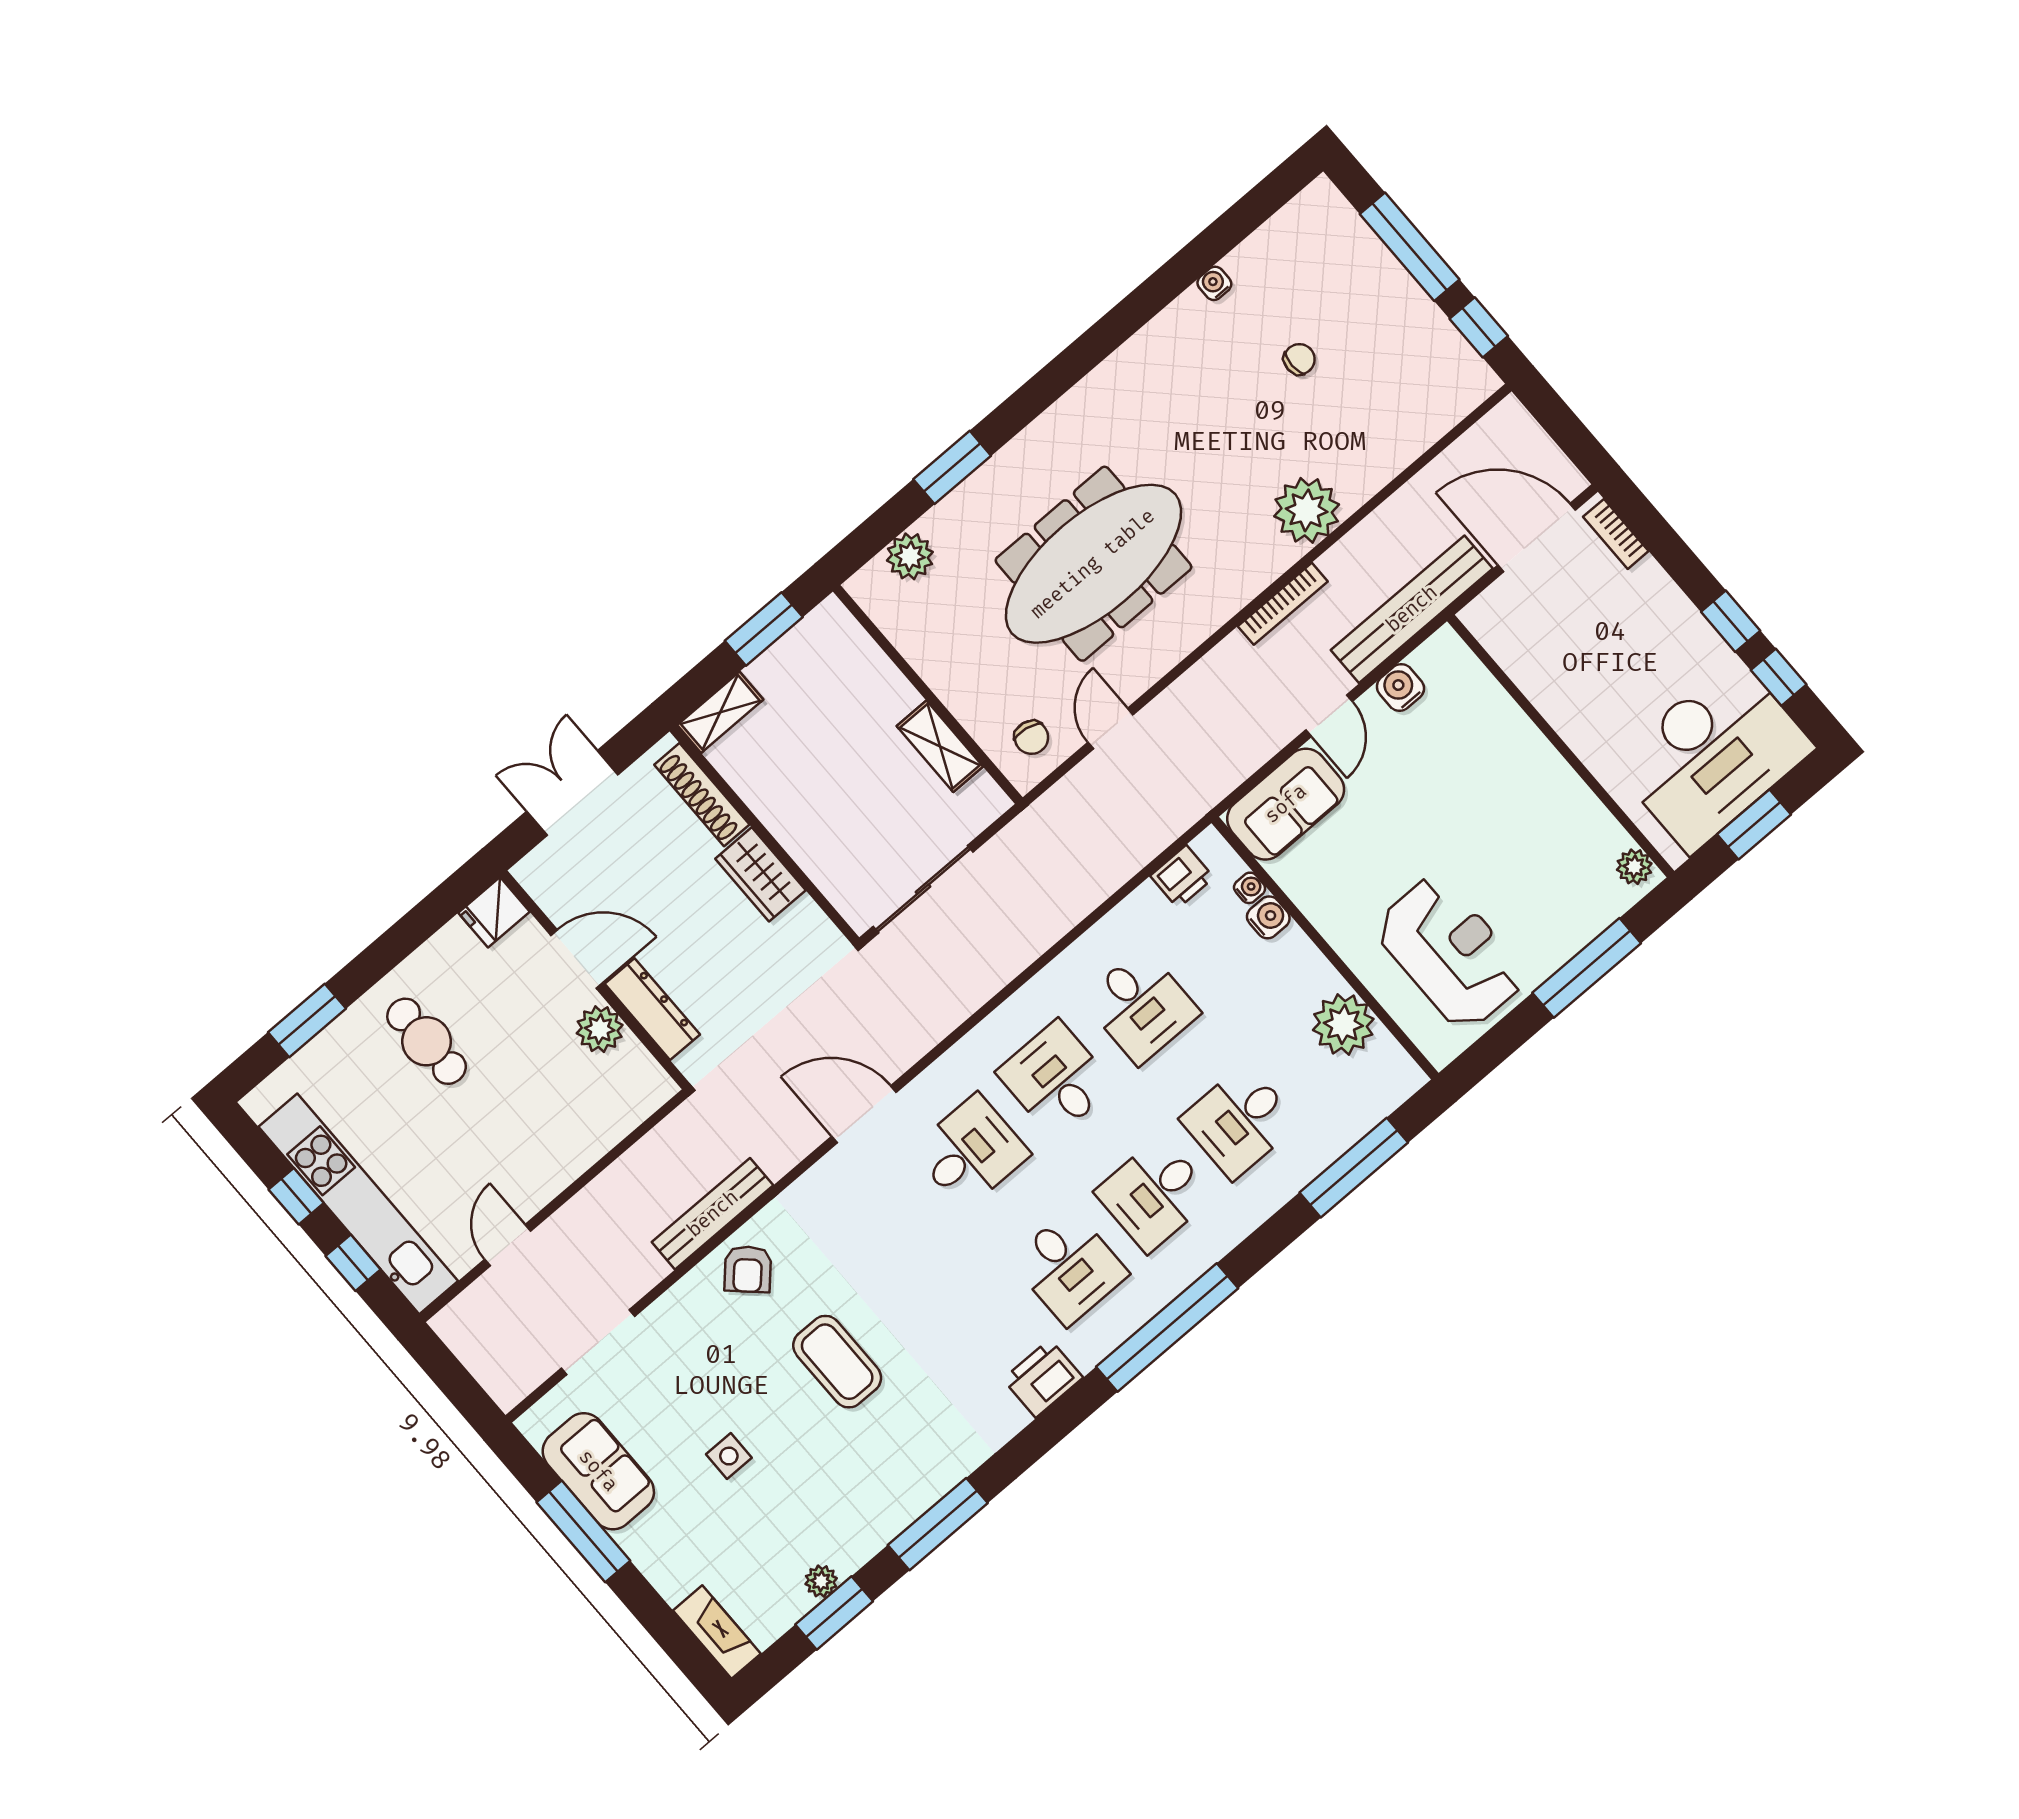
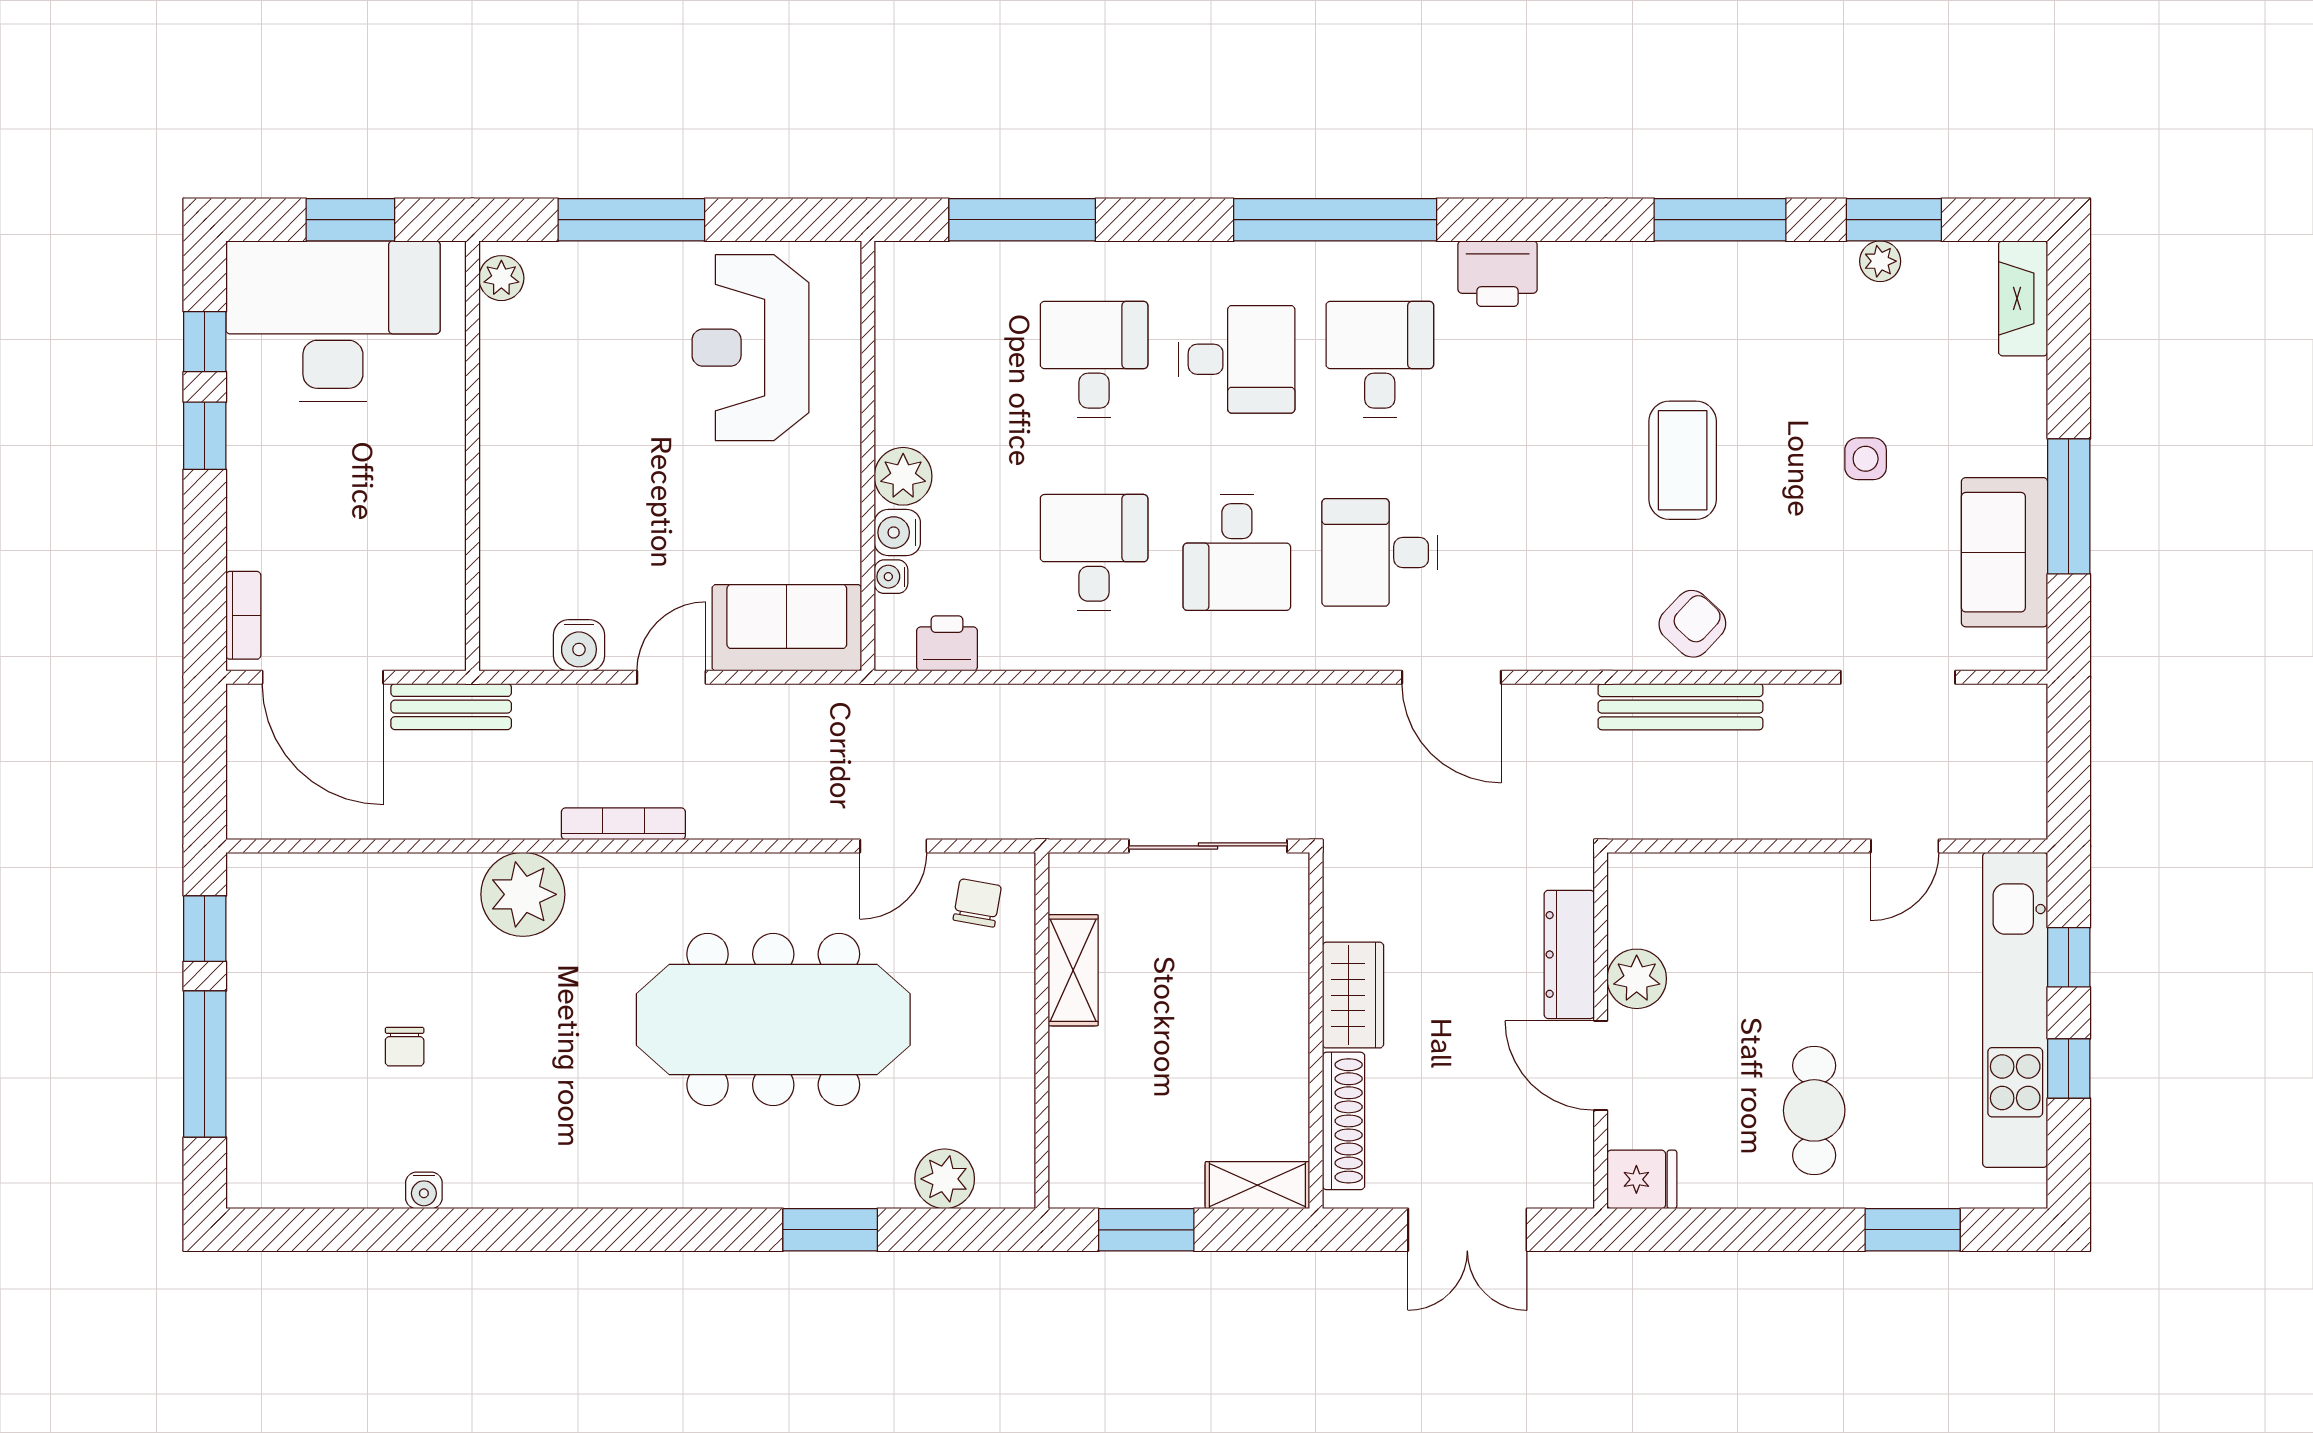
chair: (1299, 359) -> (405, 1047), turned -90
bench: (1412, 609) -> (451, 707), width x0.54, depth x0.82
plant: (1343, 1024) -> (903, 476), moved, width x0.73, depth x0.73
desk: (1240, 1121) -> (1094, 359), turned -90

